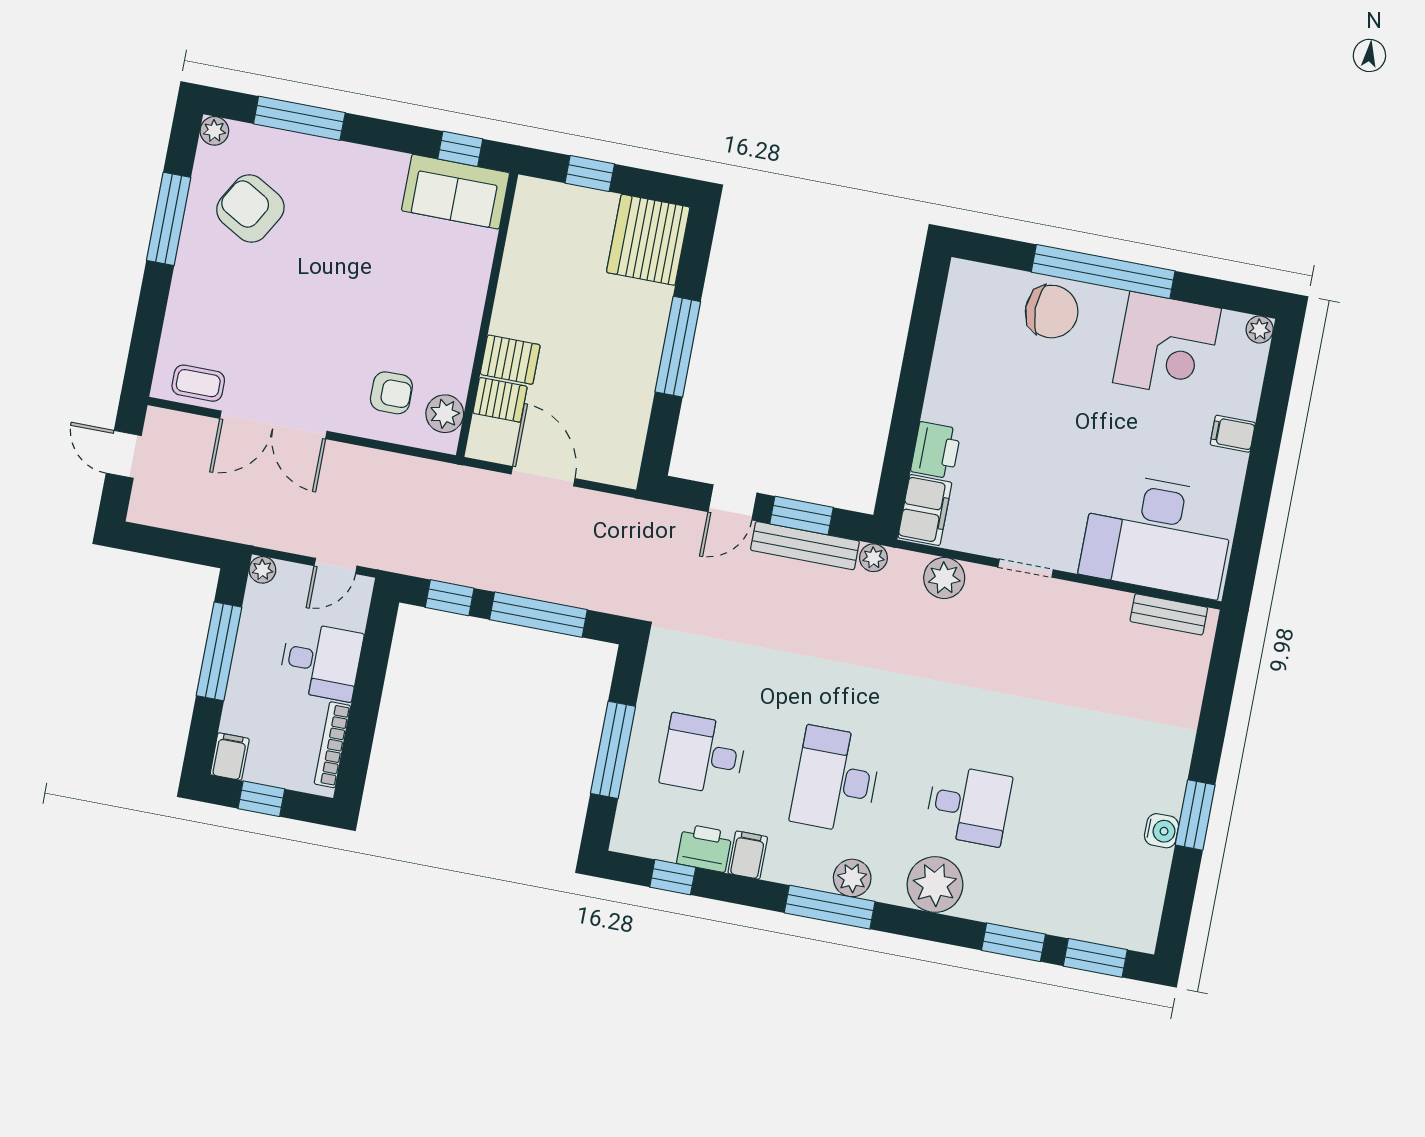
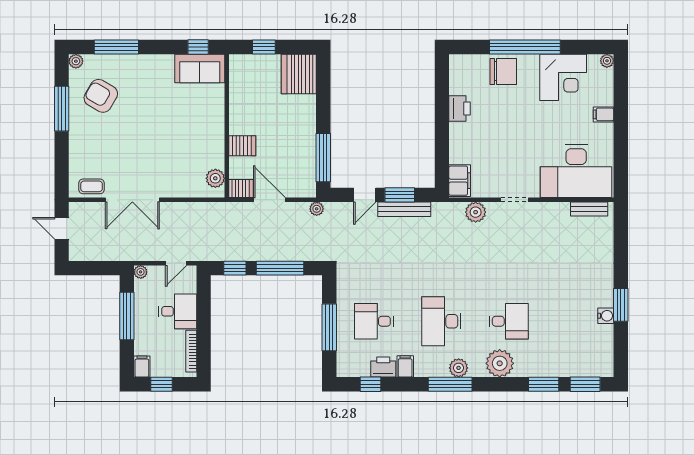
window: (678, 347) -> (323, 158), moved
armchair: (391, 393) -> (187, 173), removed
server rack: (500, 400) -> (241, 189), moved
printer: (936, 450) -> (460, 108), moved
plant: (873, 558) -> (317, 209), moved

